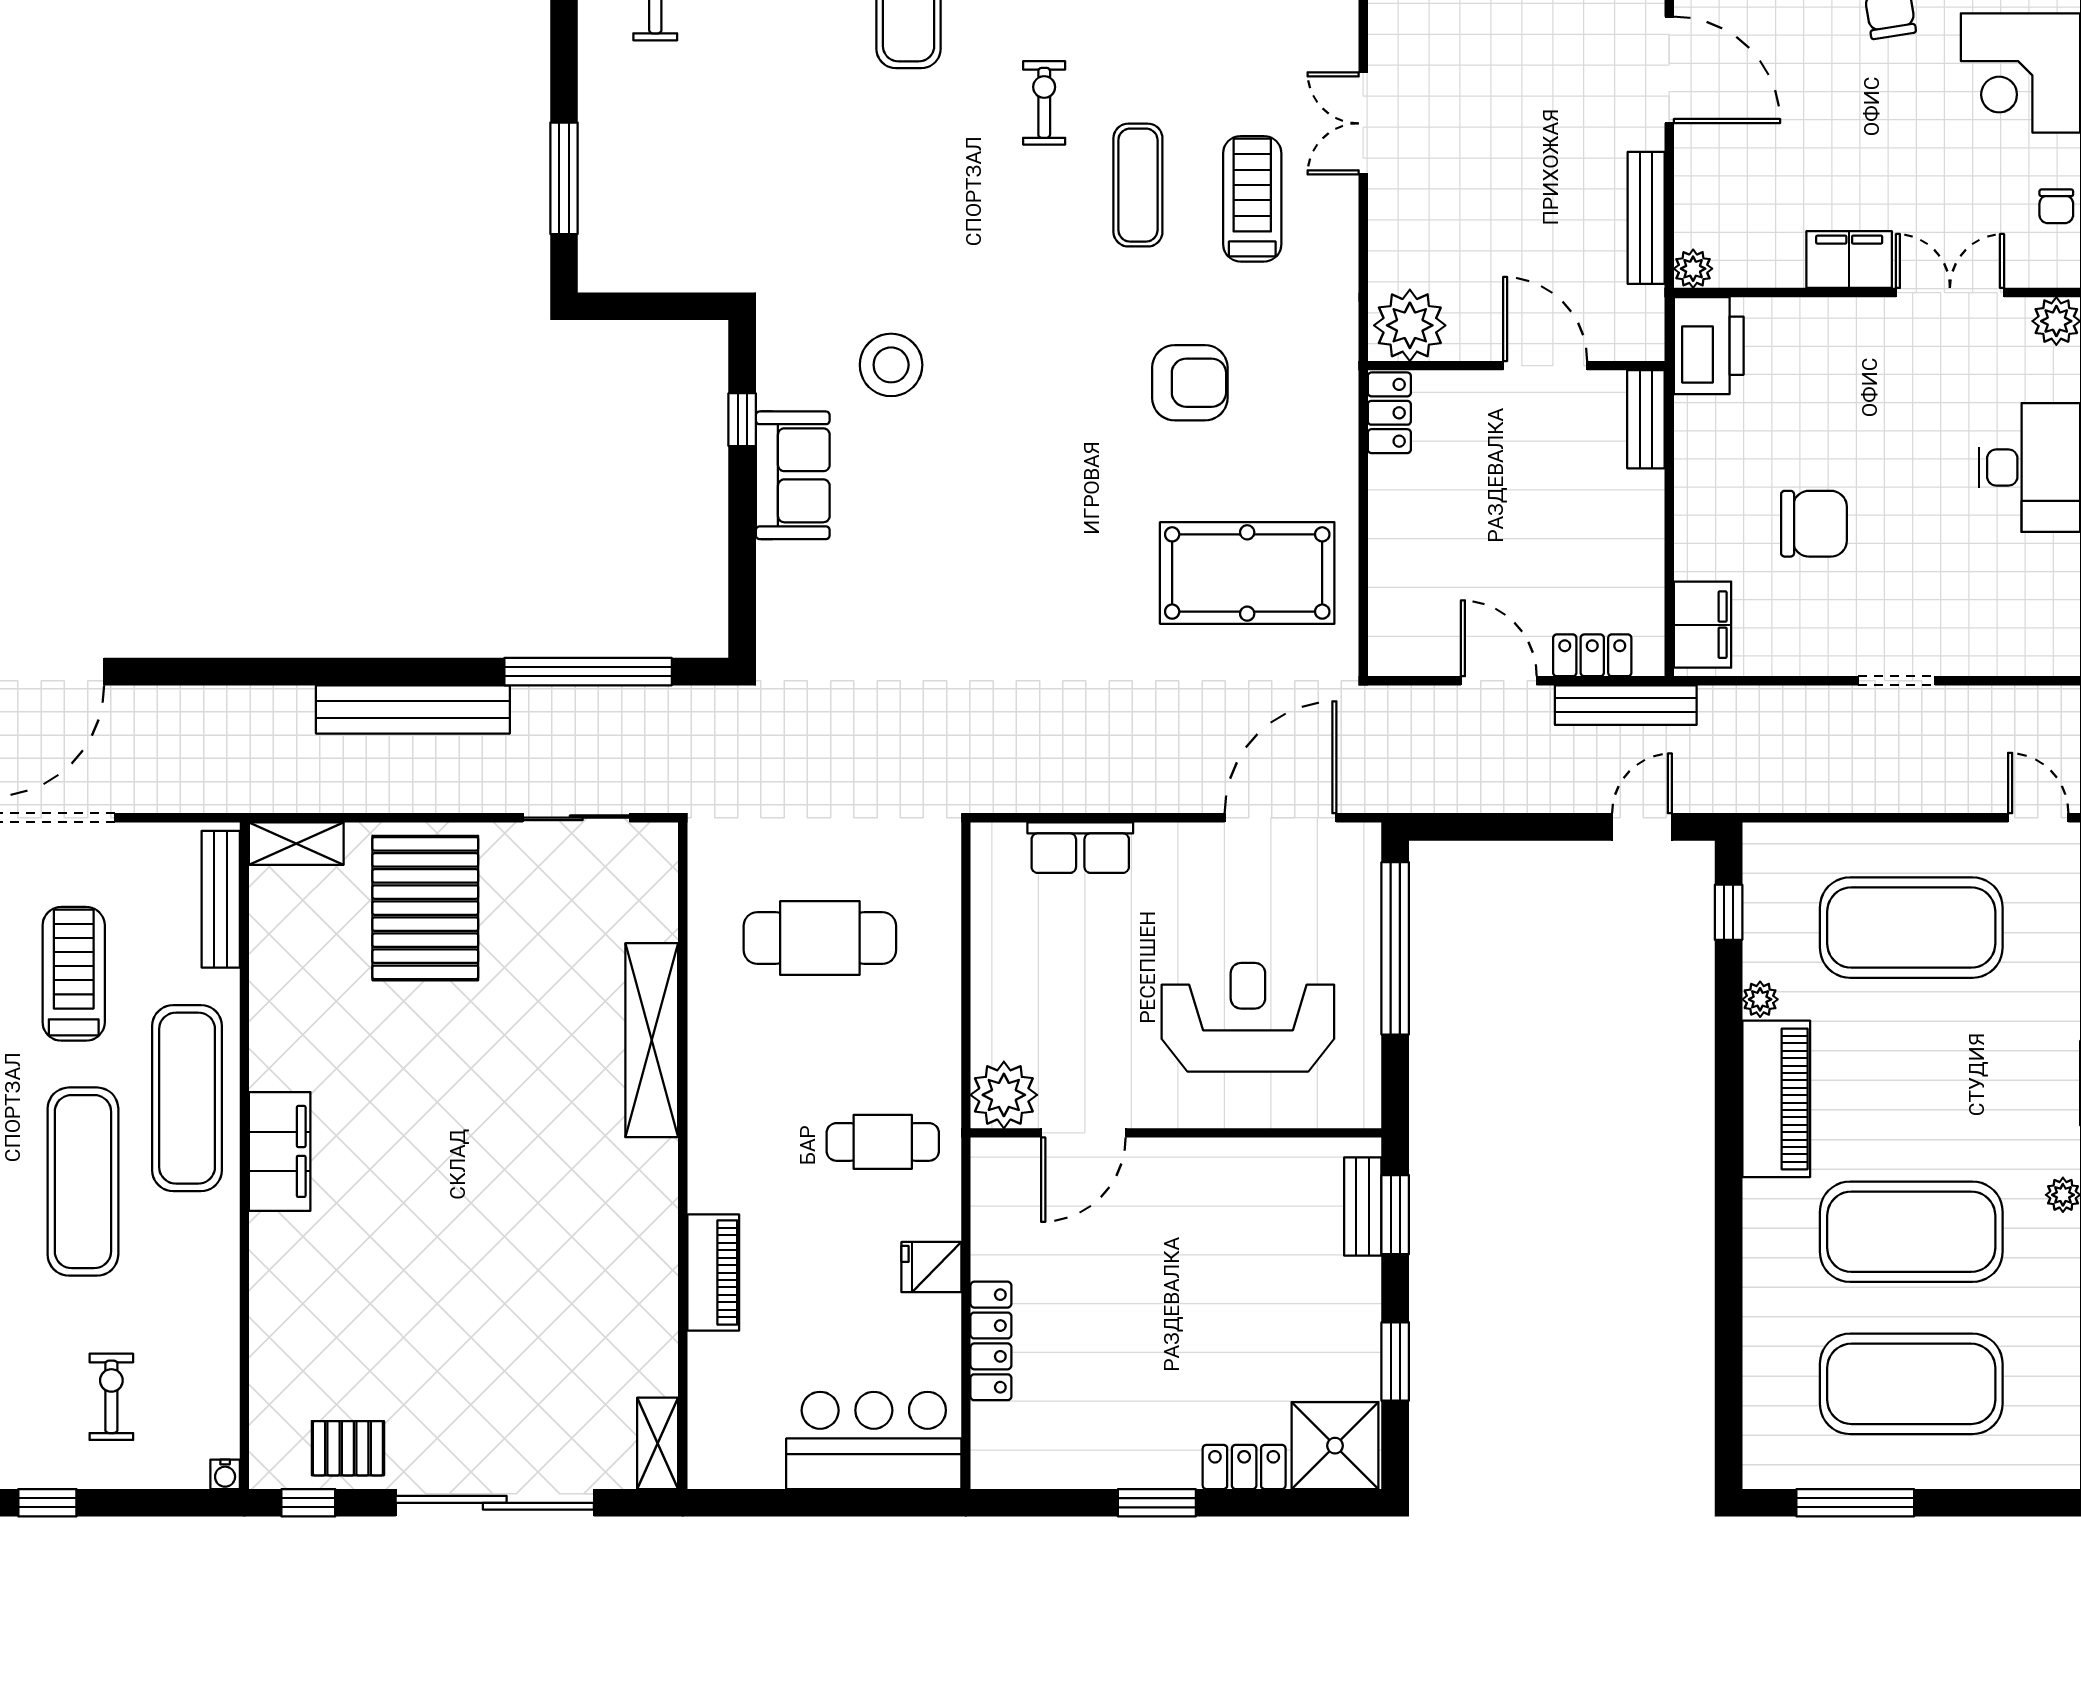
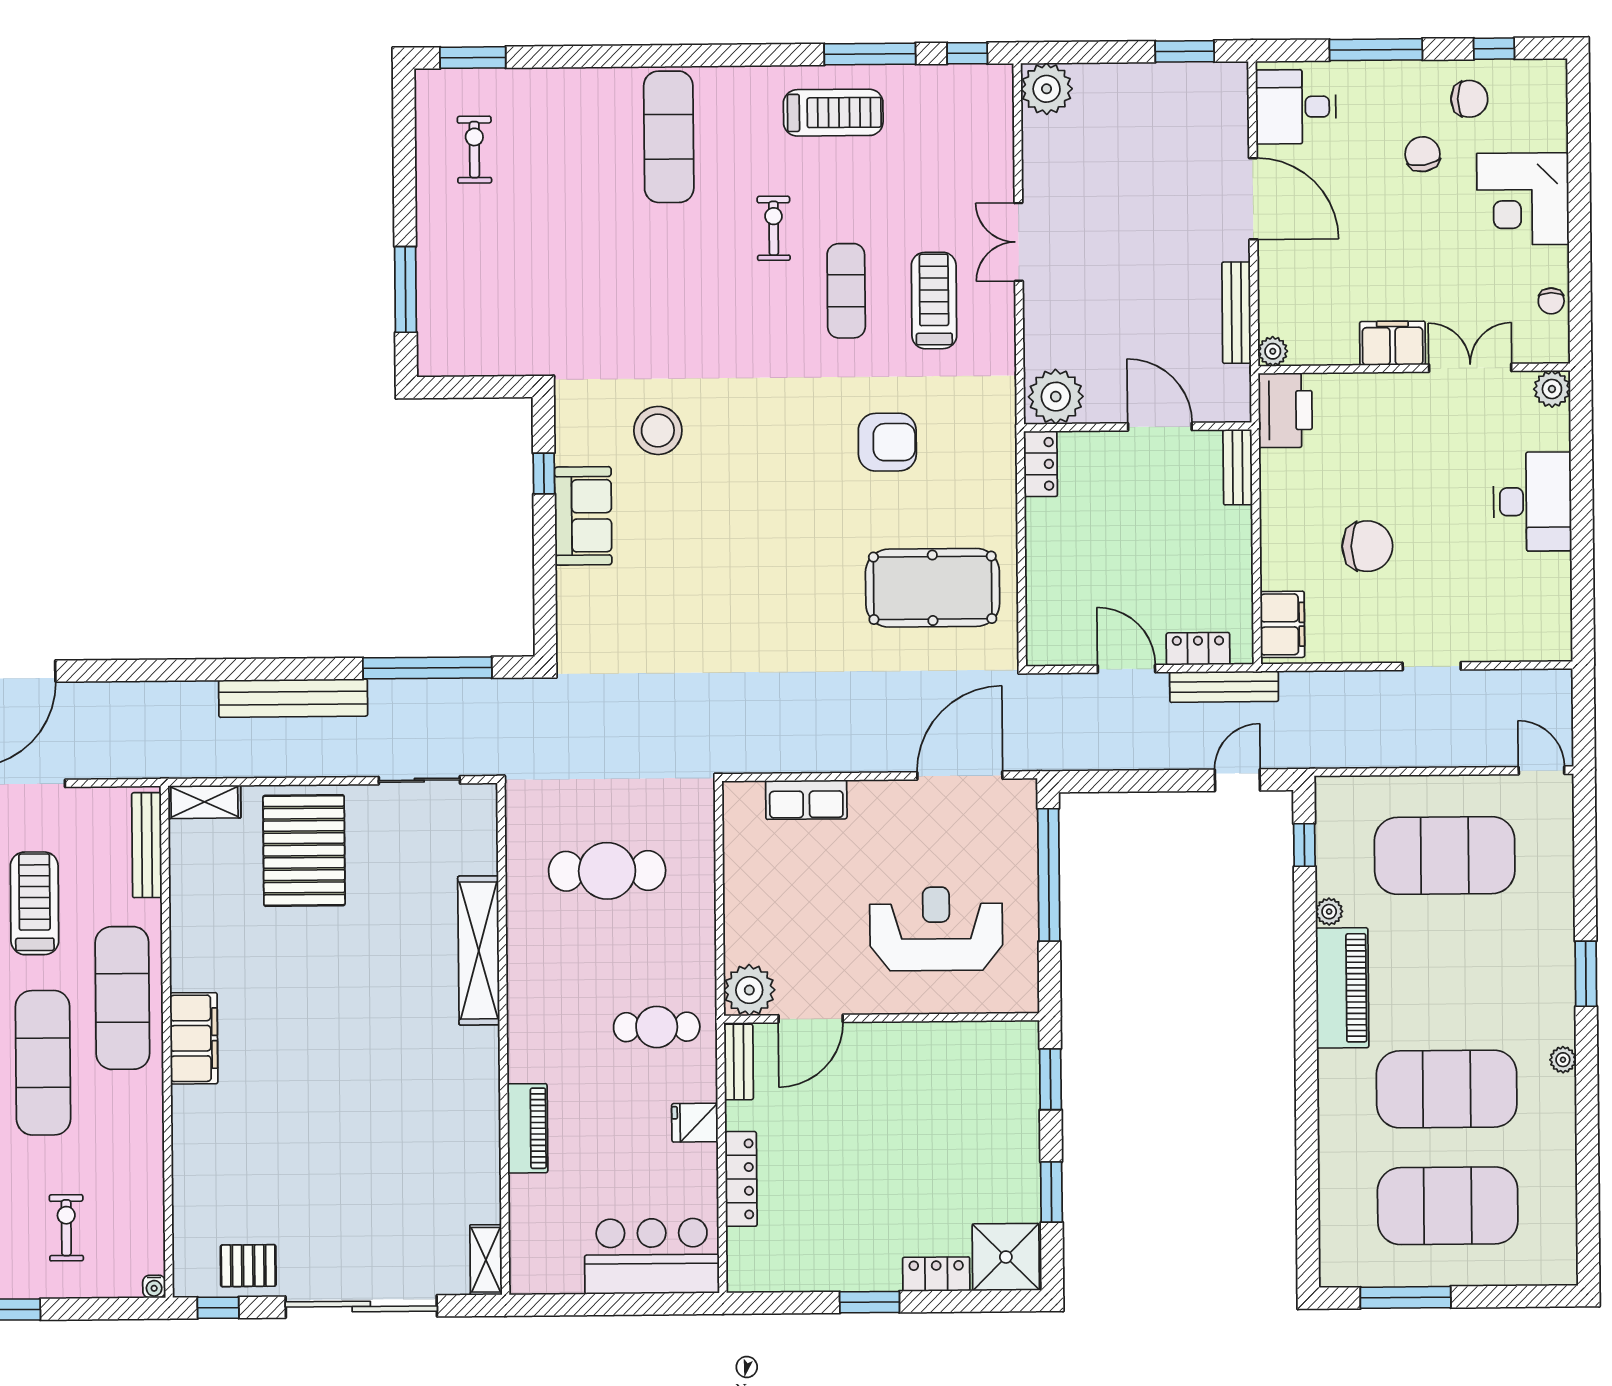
bench: (1363, 1206) -> (739, 1062), moved

